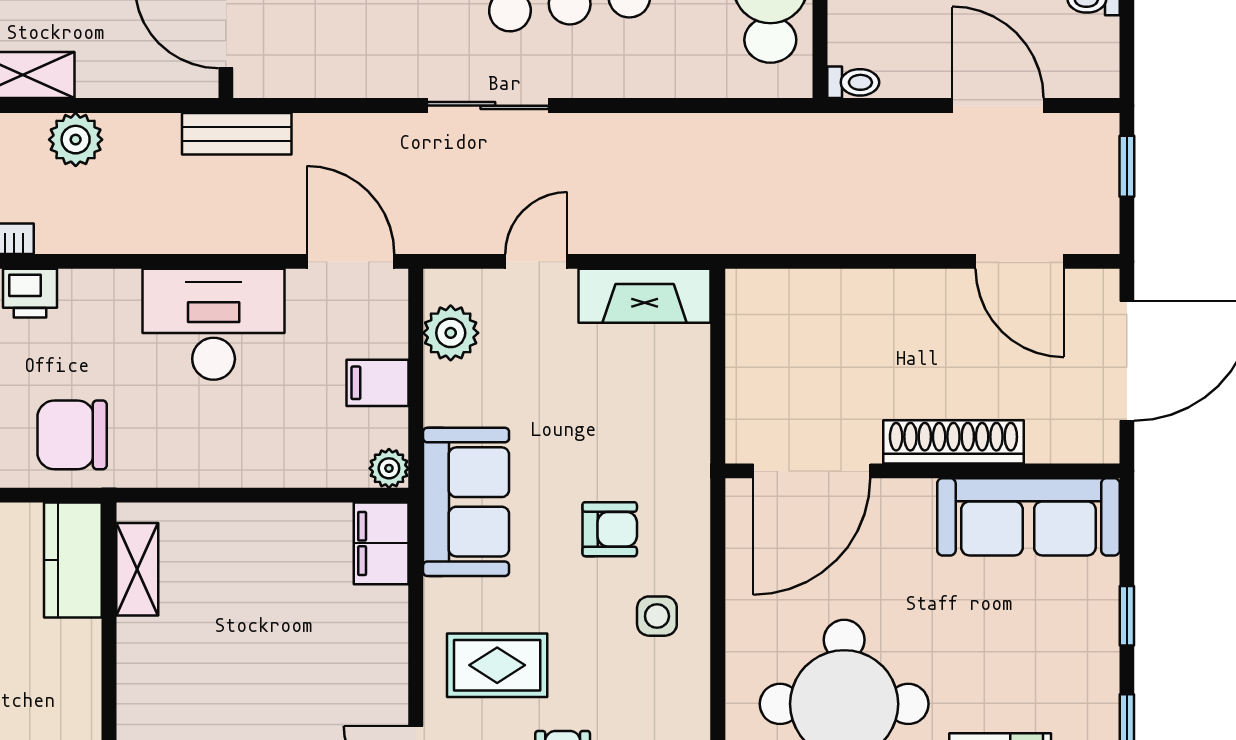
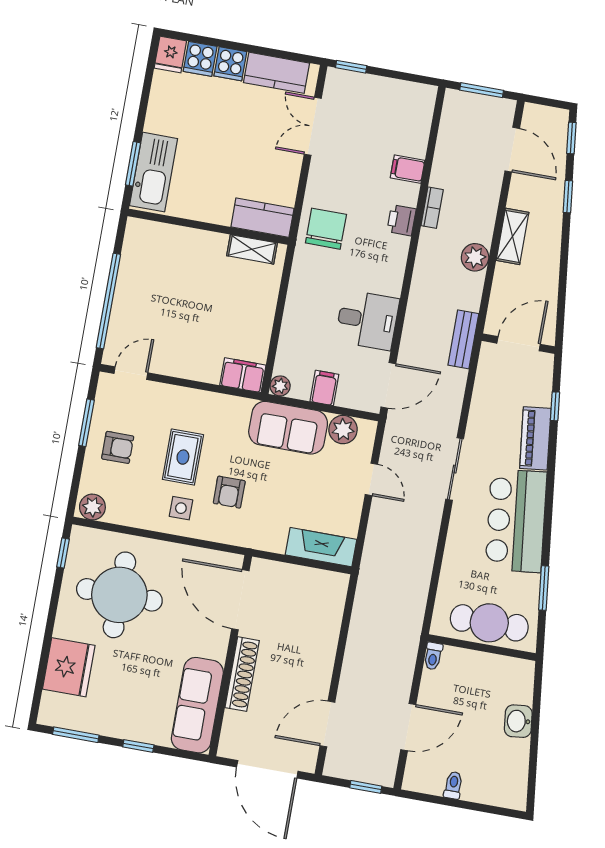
fireplace: (645, 296) -> (321, 547), moved, turned 90
desk: (214, 324) -> (367, 320), width x0.73
sofa: (466, 502) -> (288, 428), moved
rug: (497, 665) -> (183, 457), moved

